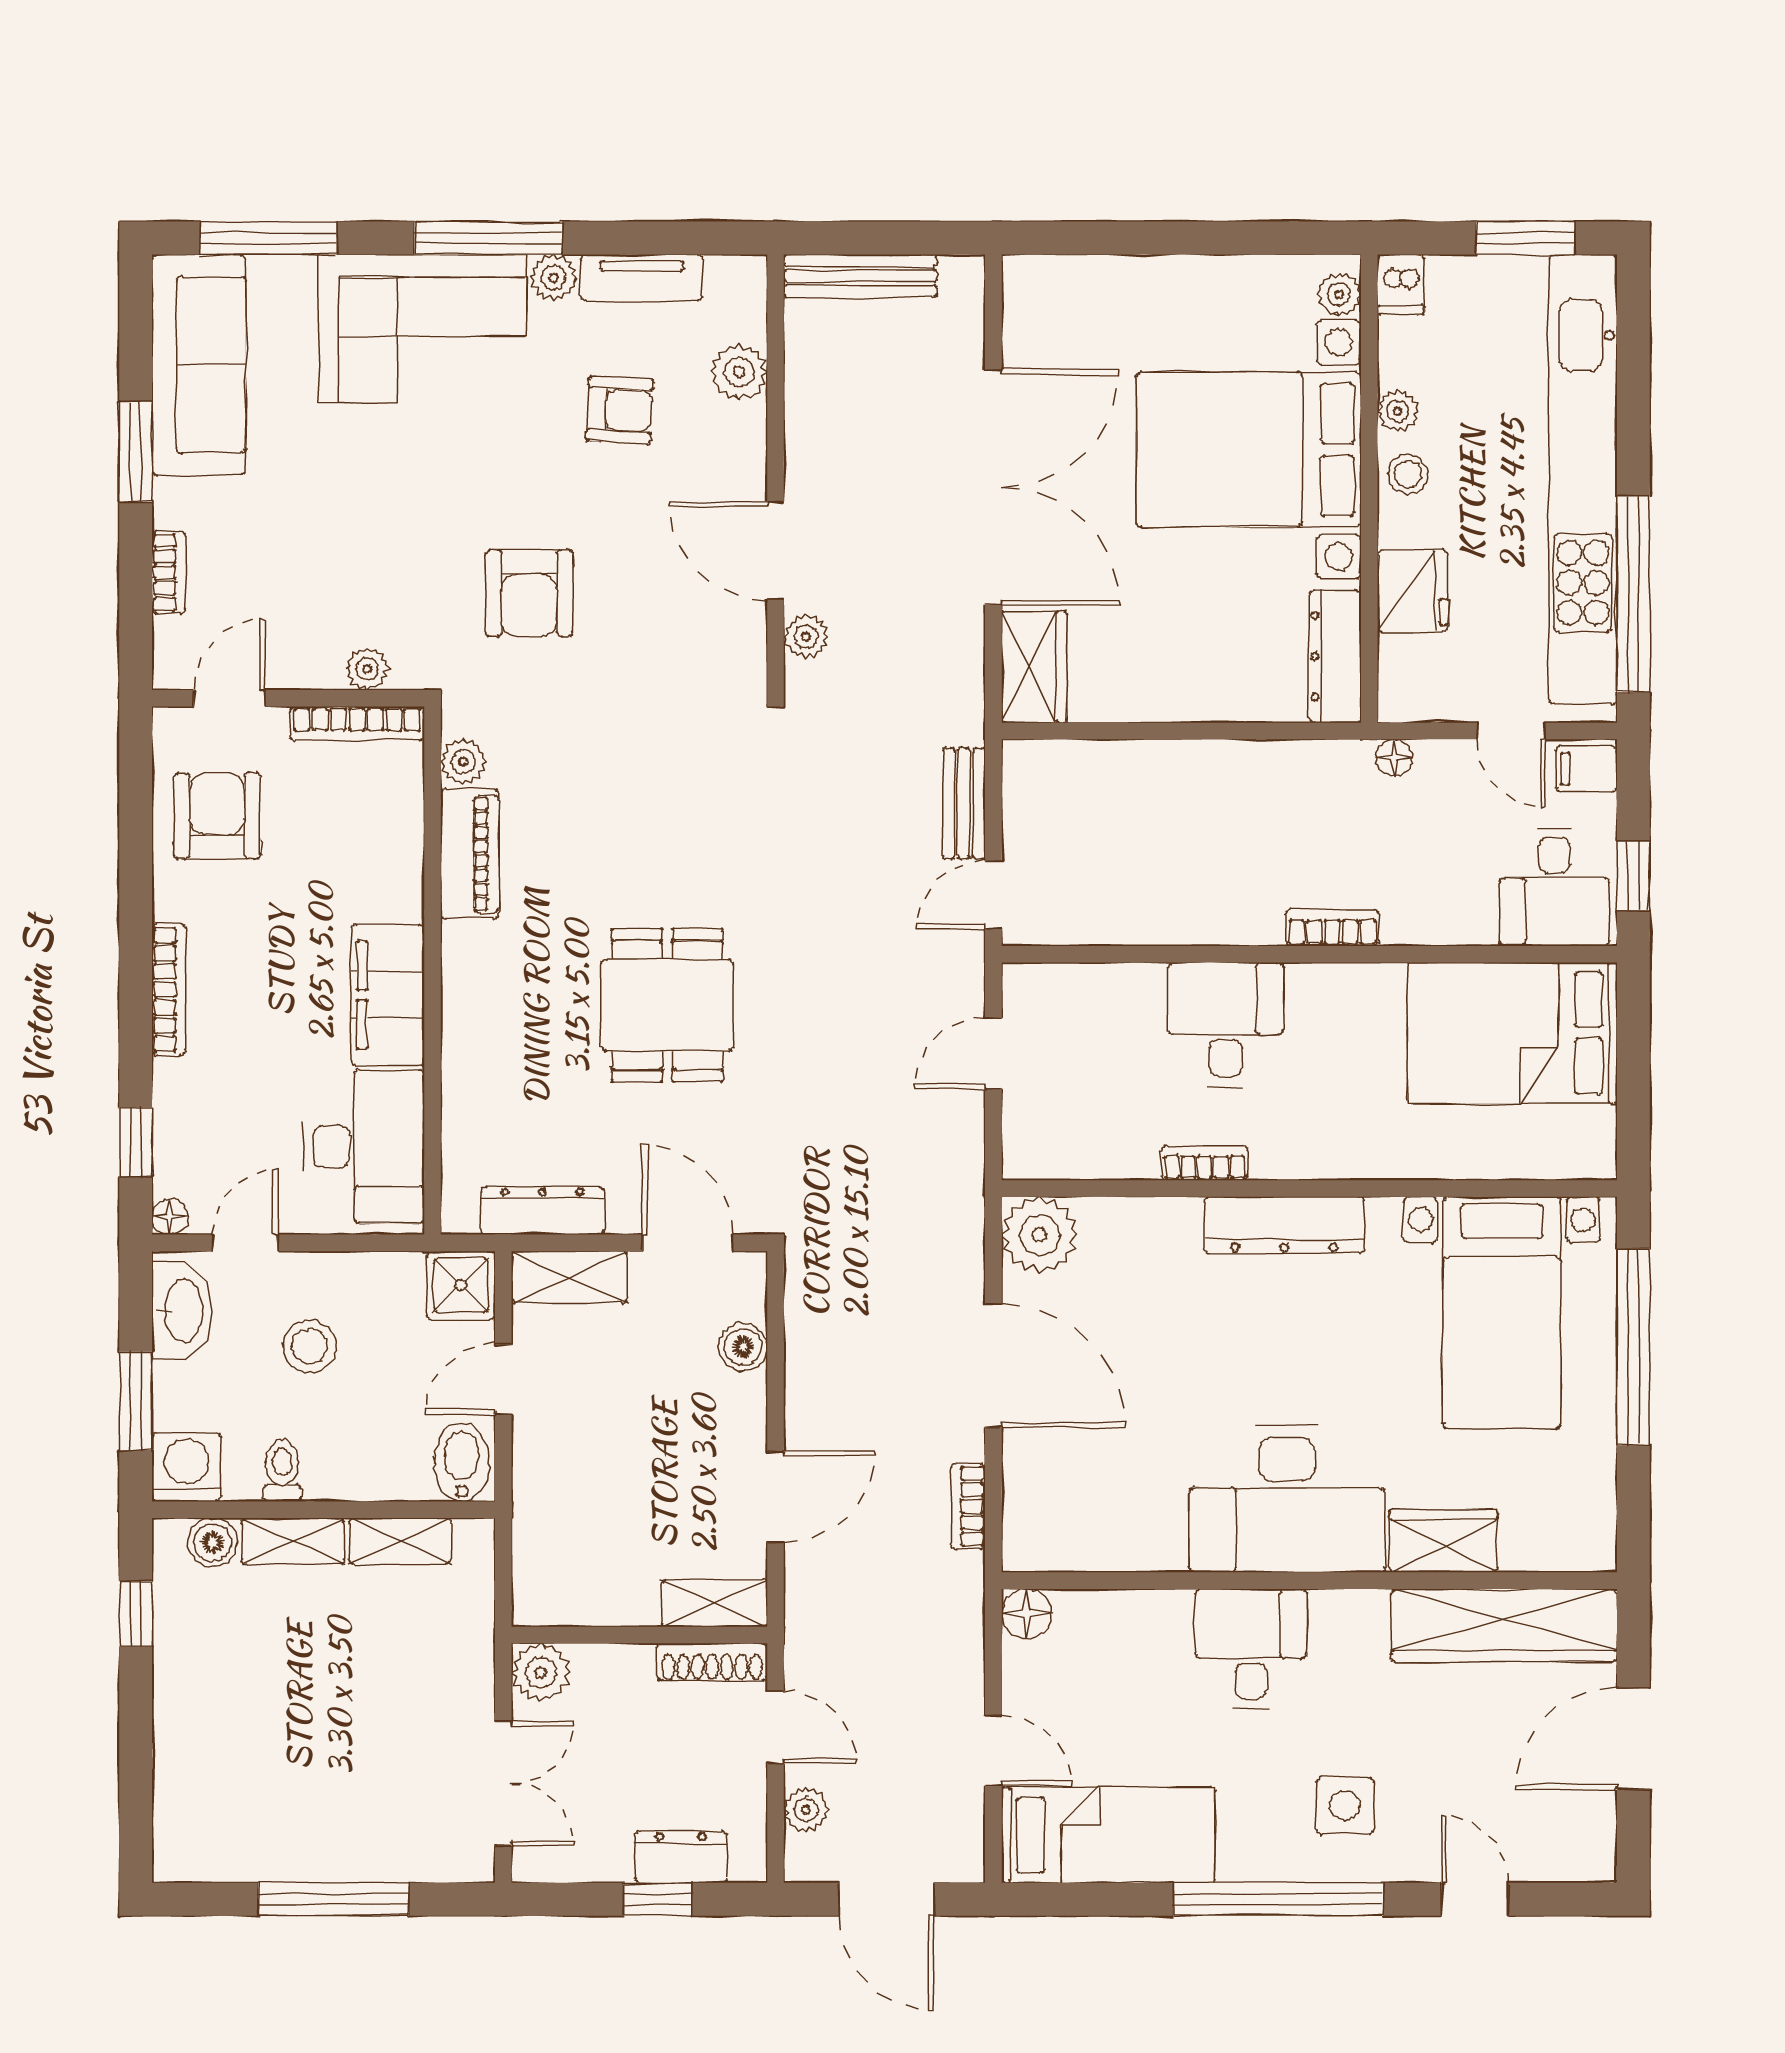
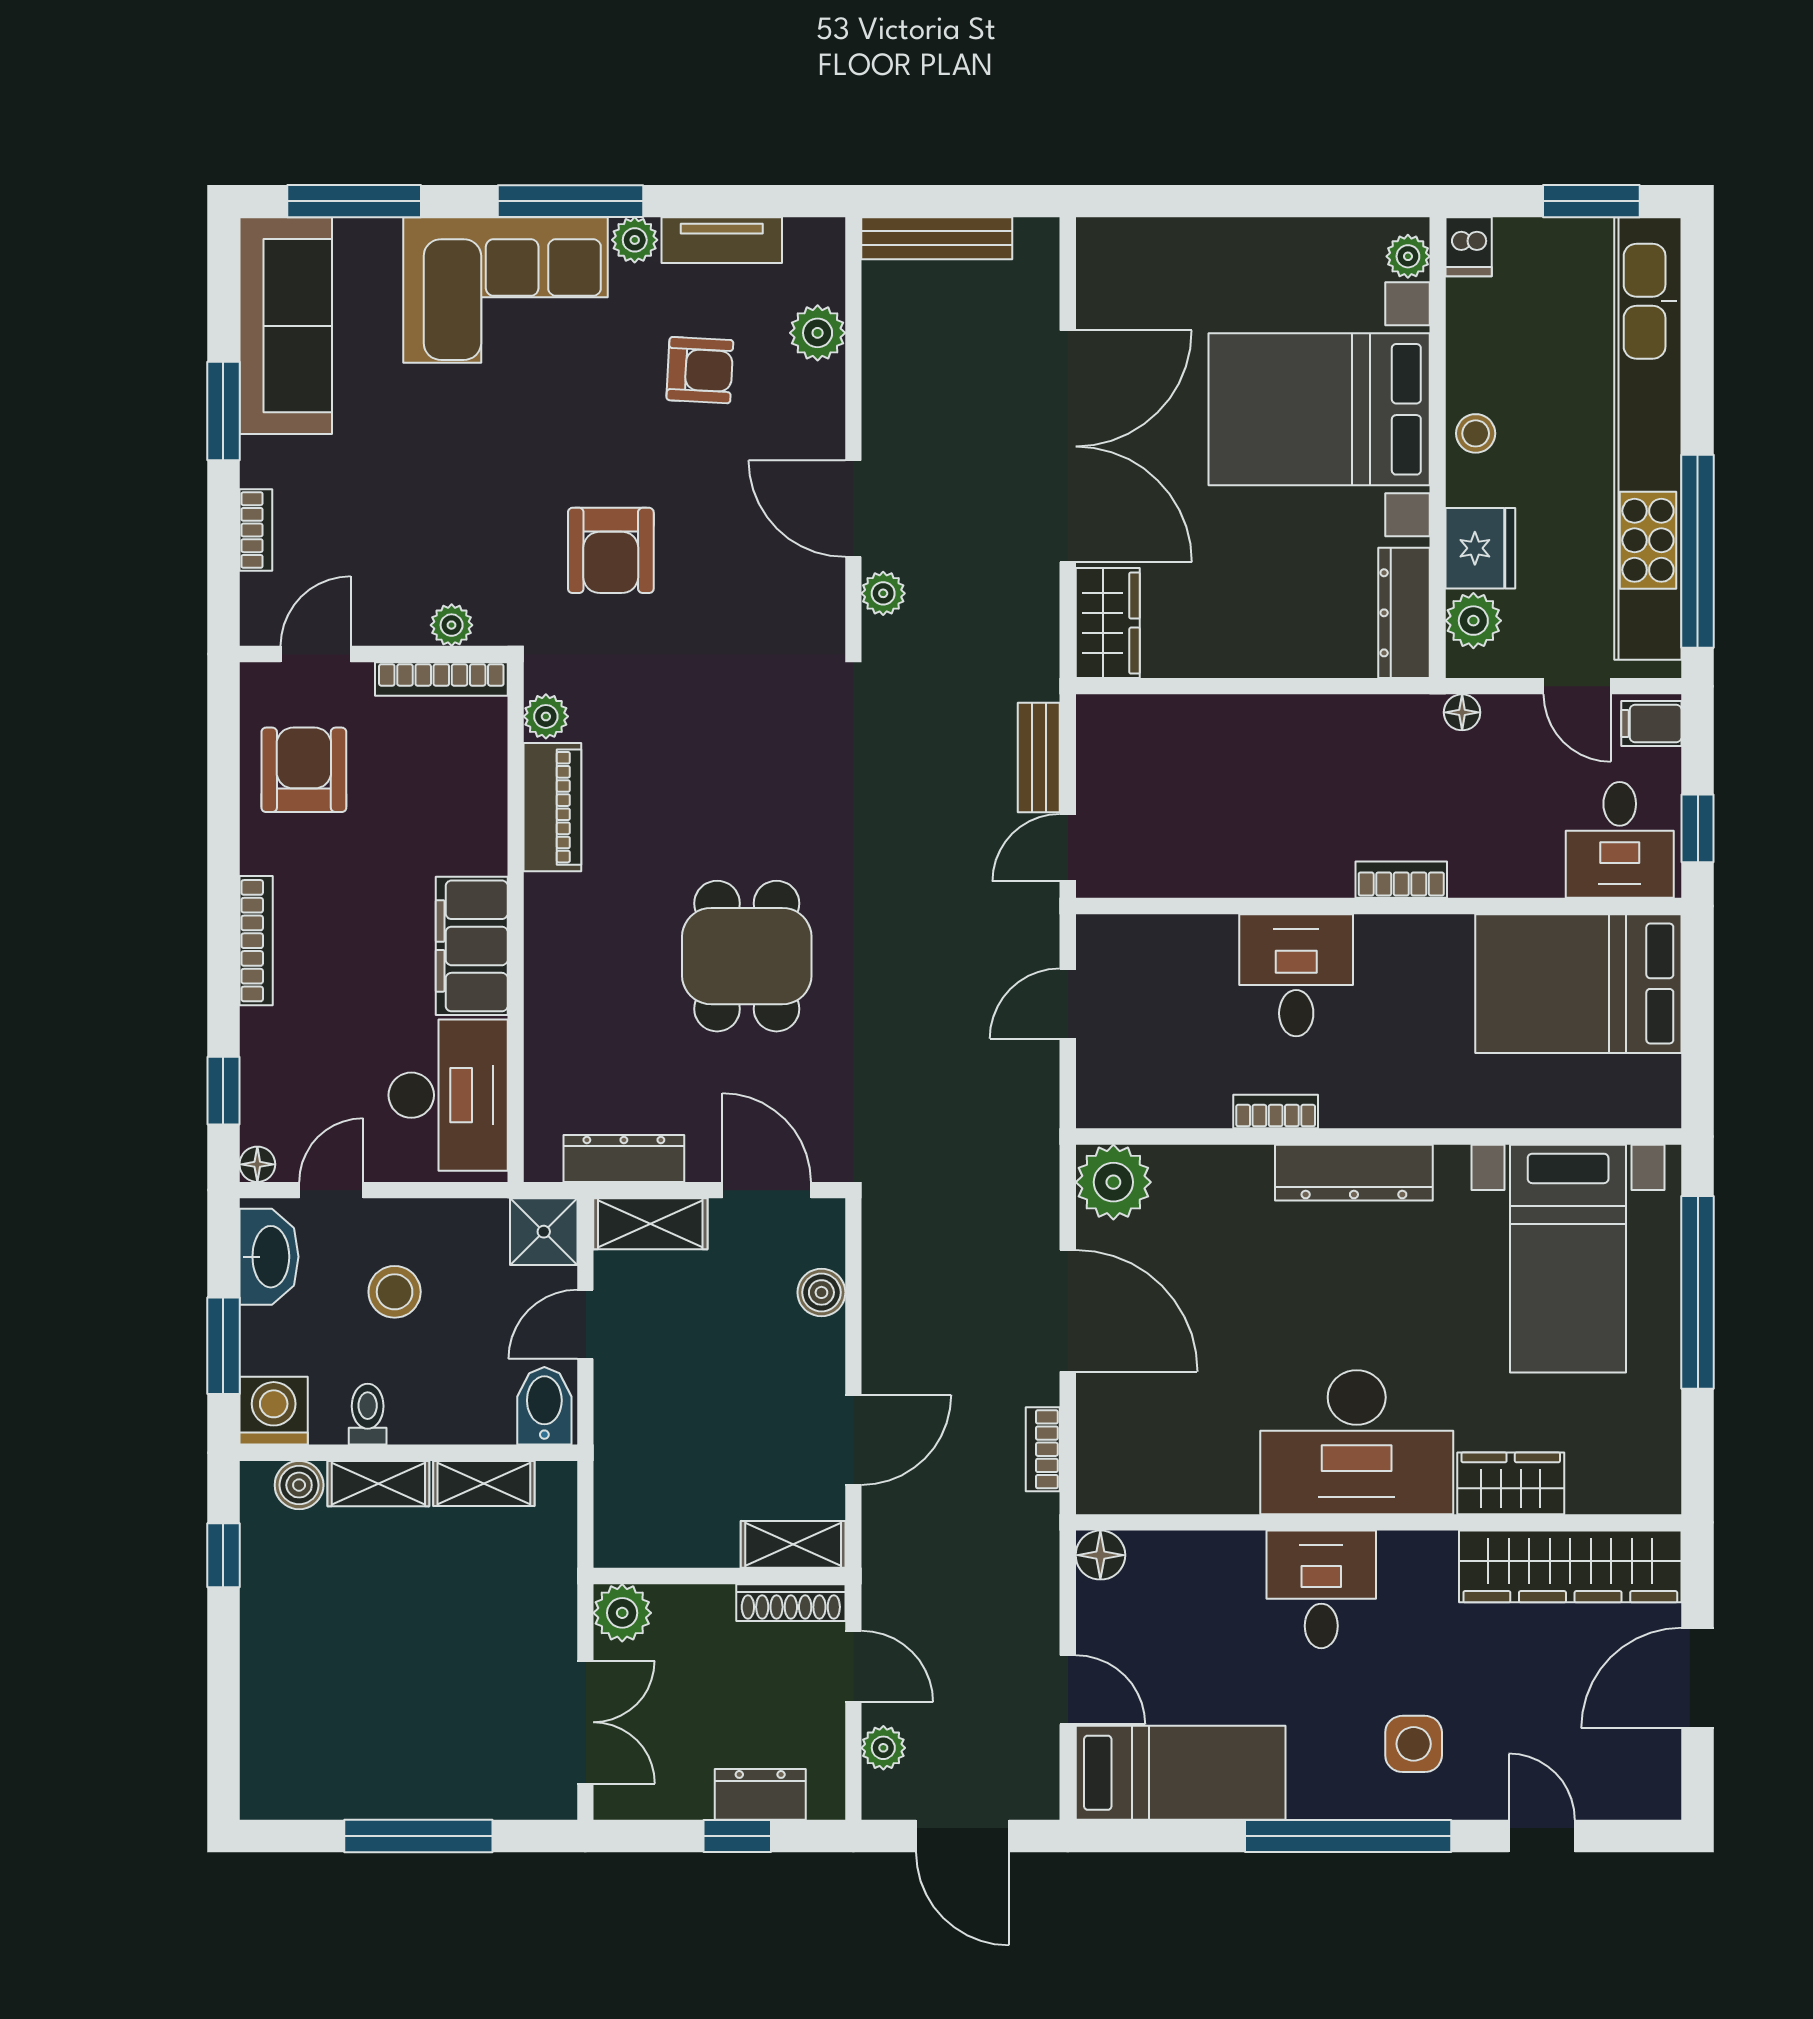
plant: (1398, 411) -> (1473, 621), moved, width x1.38, depth x1.38

